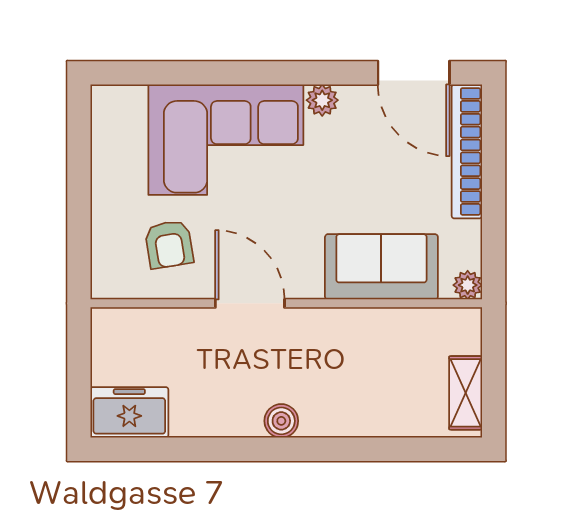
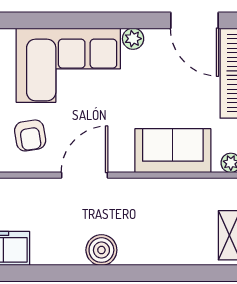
door: (250, 303) -> (84, 175), hinge flipped
boiler: (281, 421) -> (101, 250), width x1.36, depth x1.36

